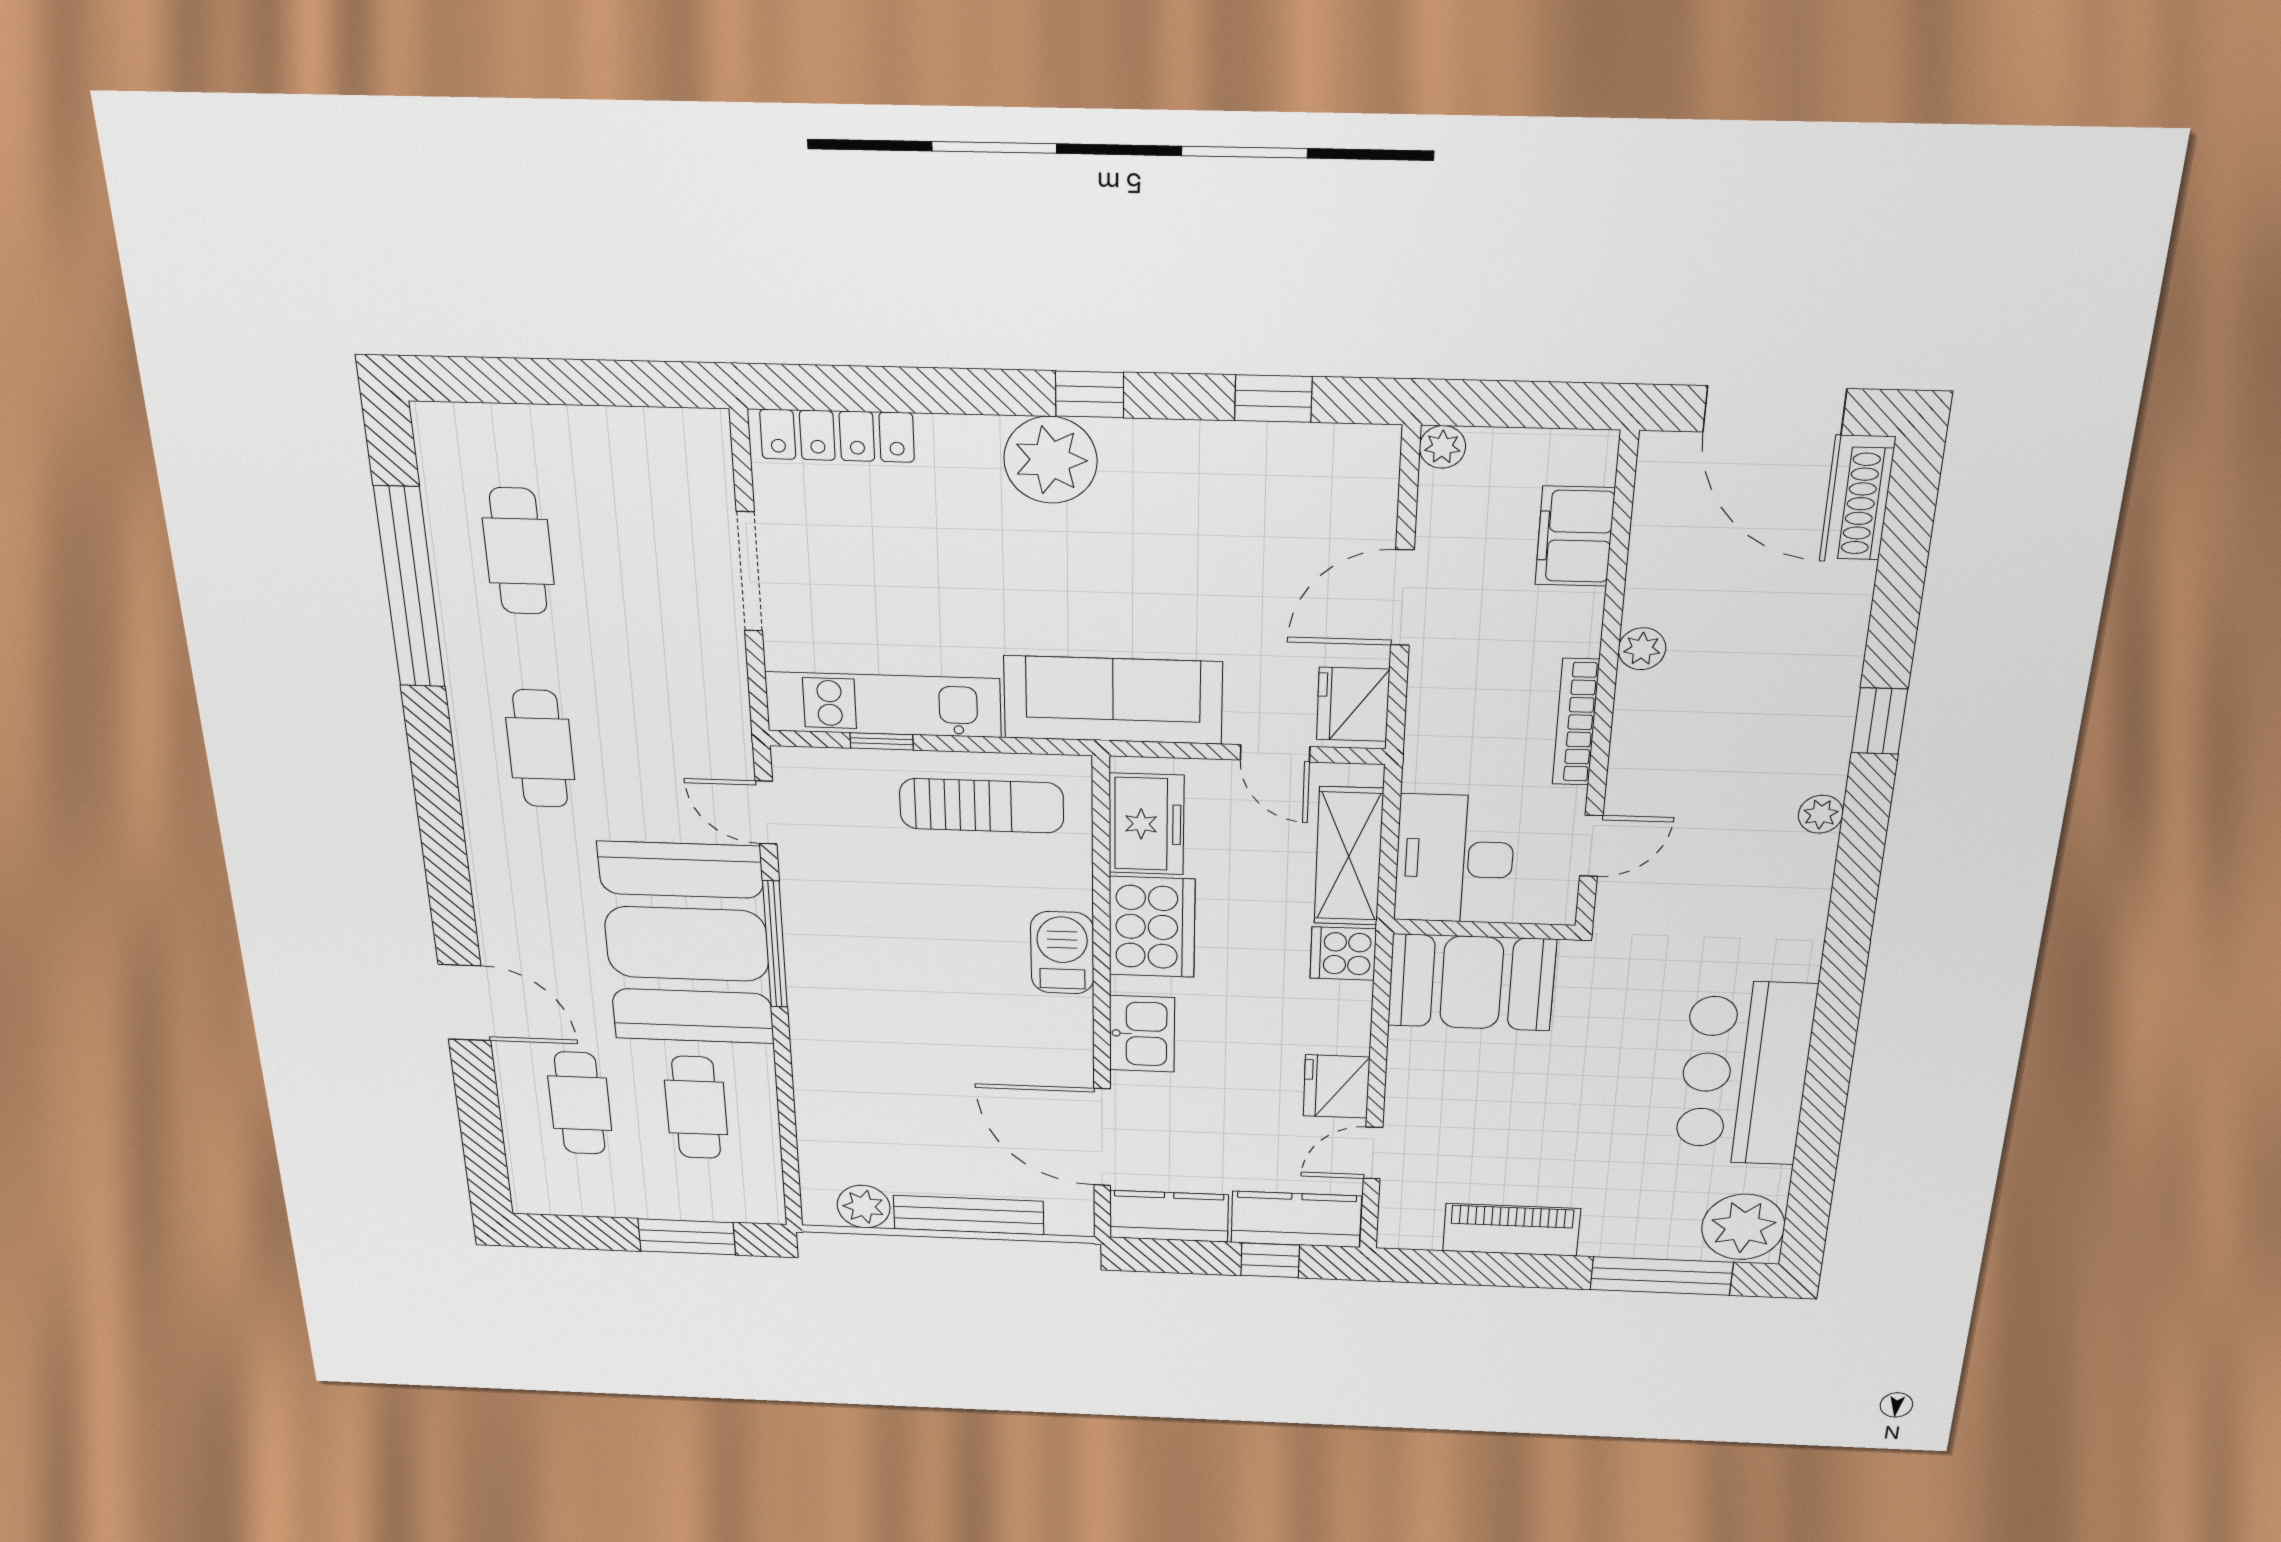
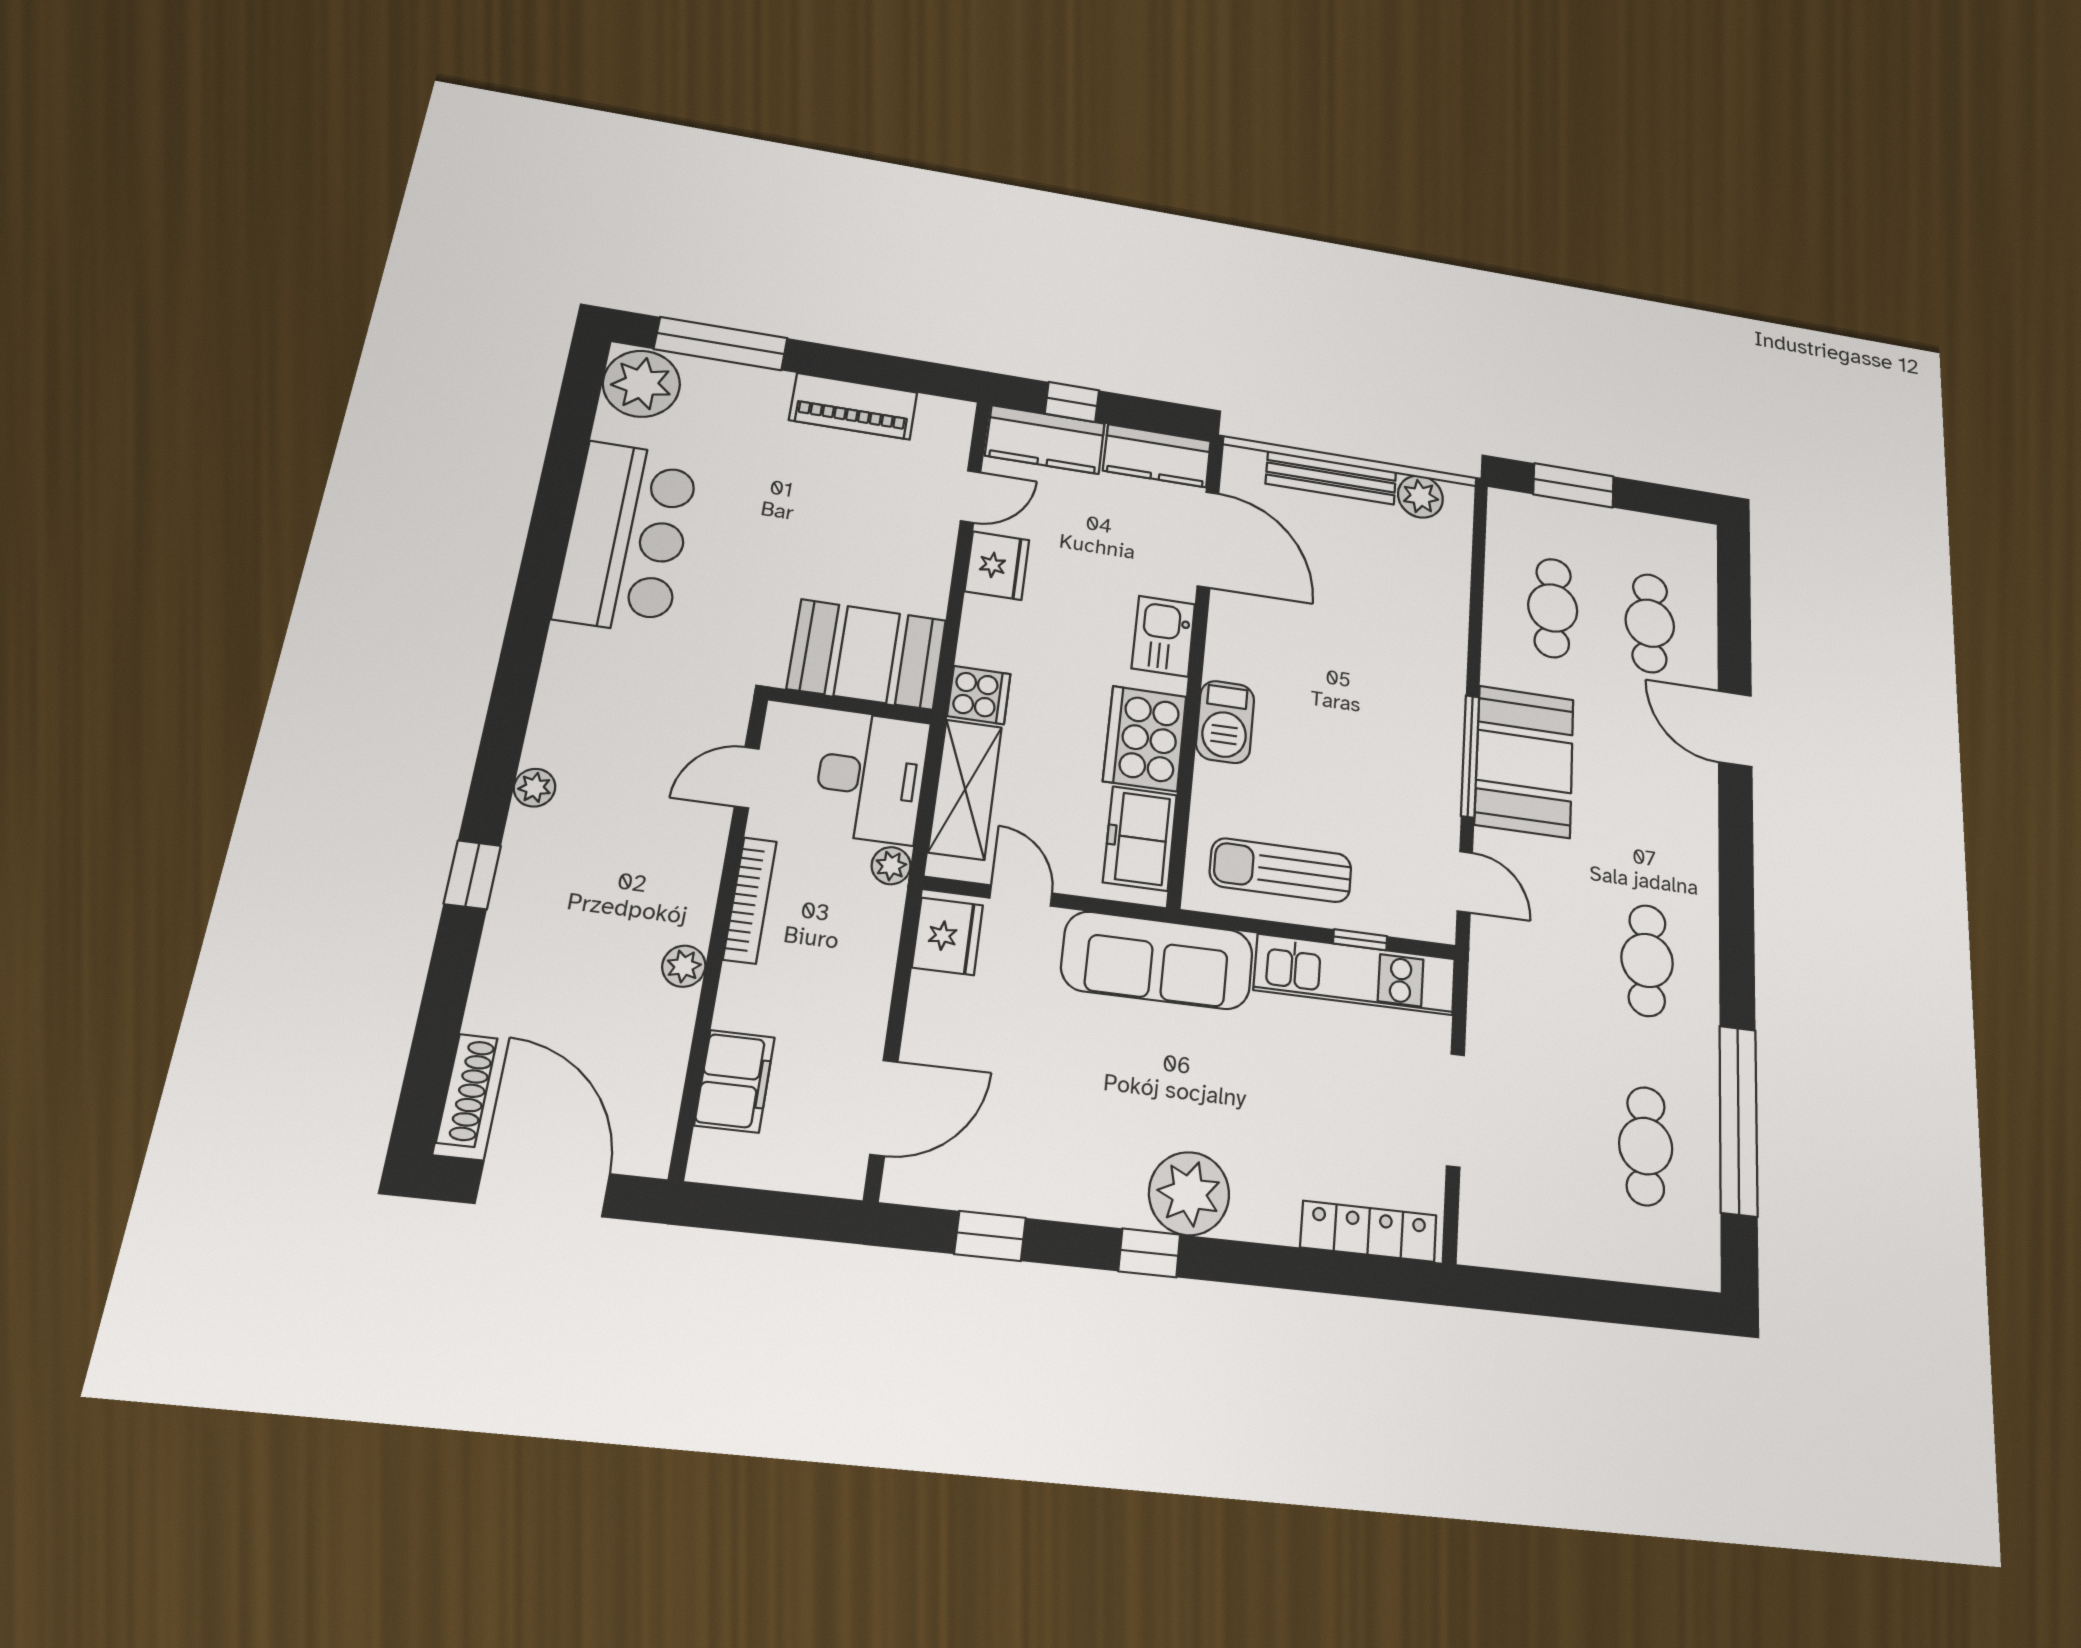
plant: (1442, 447) -> (891, 866), moved
door: (1402, 598) -> (884, 1108), moved
booth: (687, 944) -> (1524, 761), width x0.73, depth x0.70

